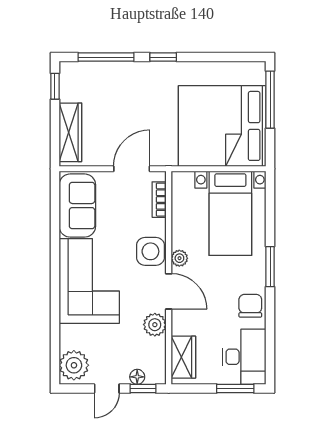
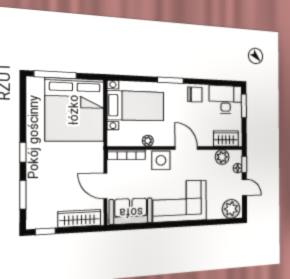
window: (106, 57) -> (23, 195), width x0.69
door: (132, 169) -> (105, 186), moved
bookcase: (159, 200) -> (127, 155), width x1.56
plant: (179, 258) -> (148, 141), moved
door: (169, 291) -> (186, 148), hinge flipped
chair: (250, 306) -> (195, 94), turned 180
plant: (155, 325) -> (222, 157), moved

